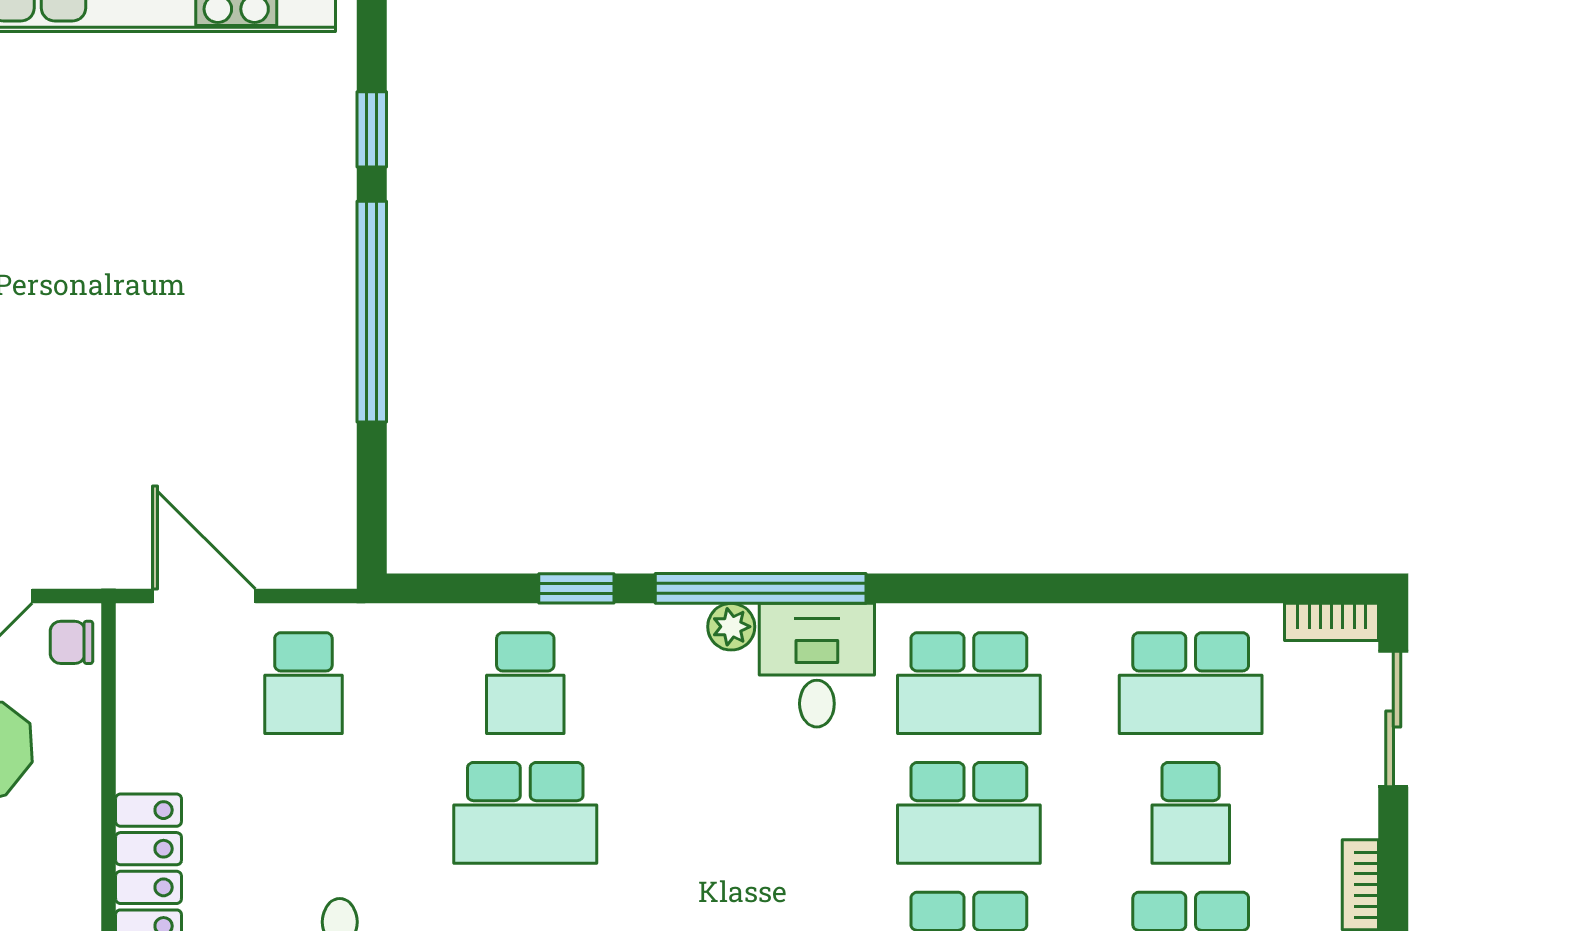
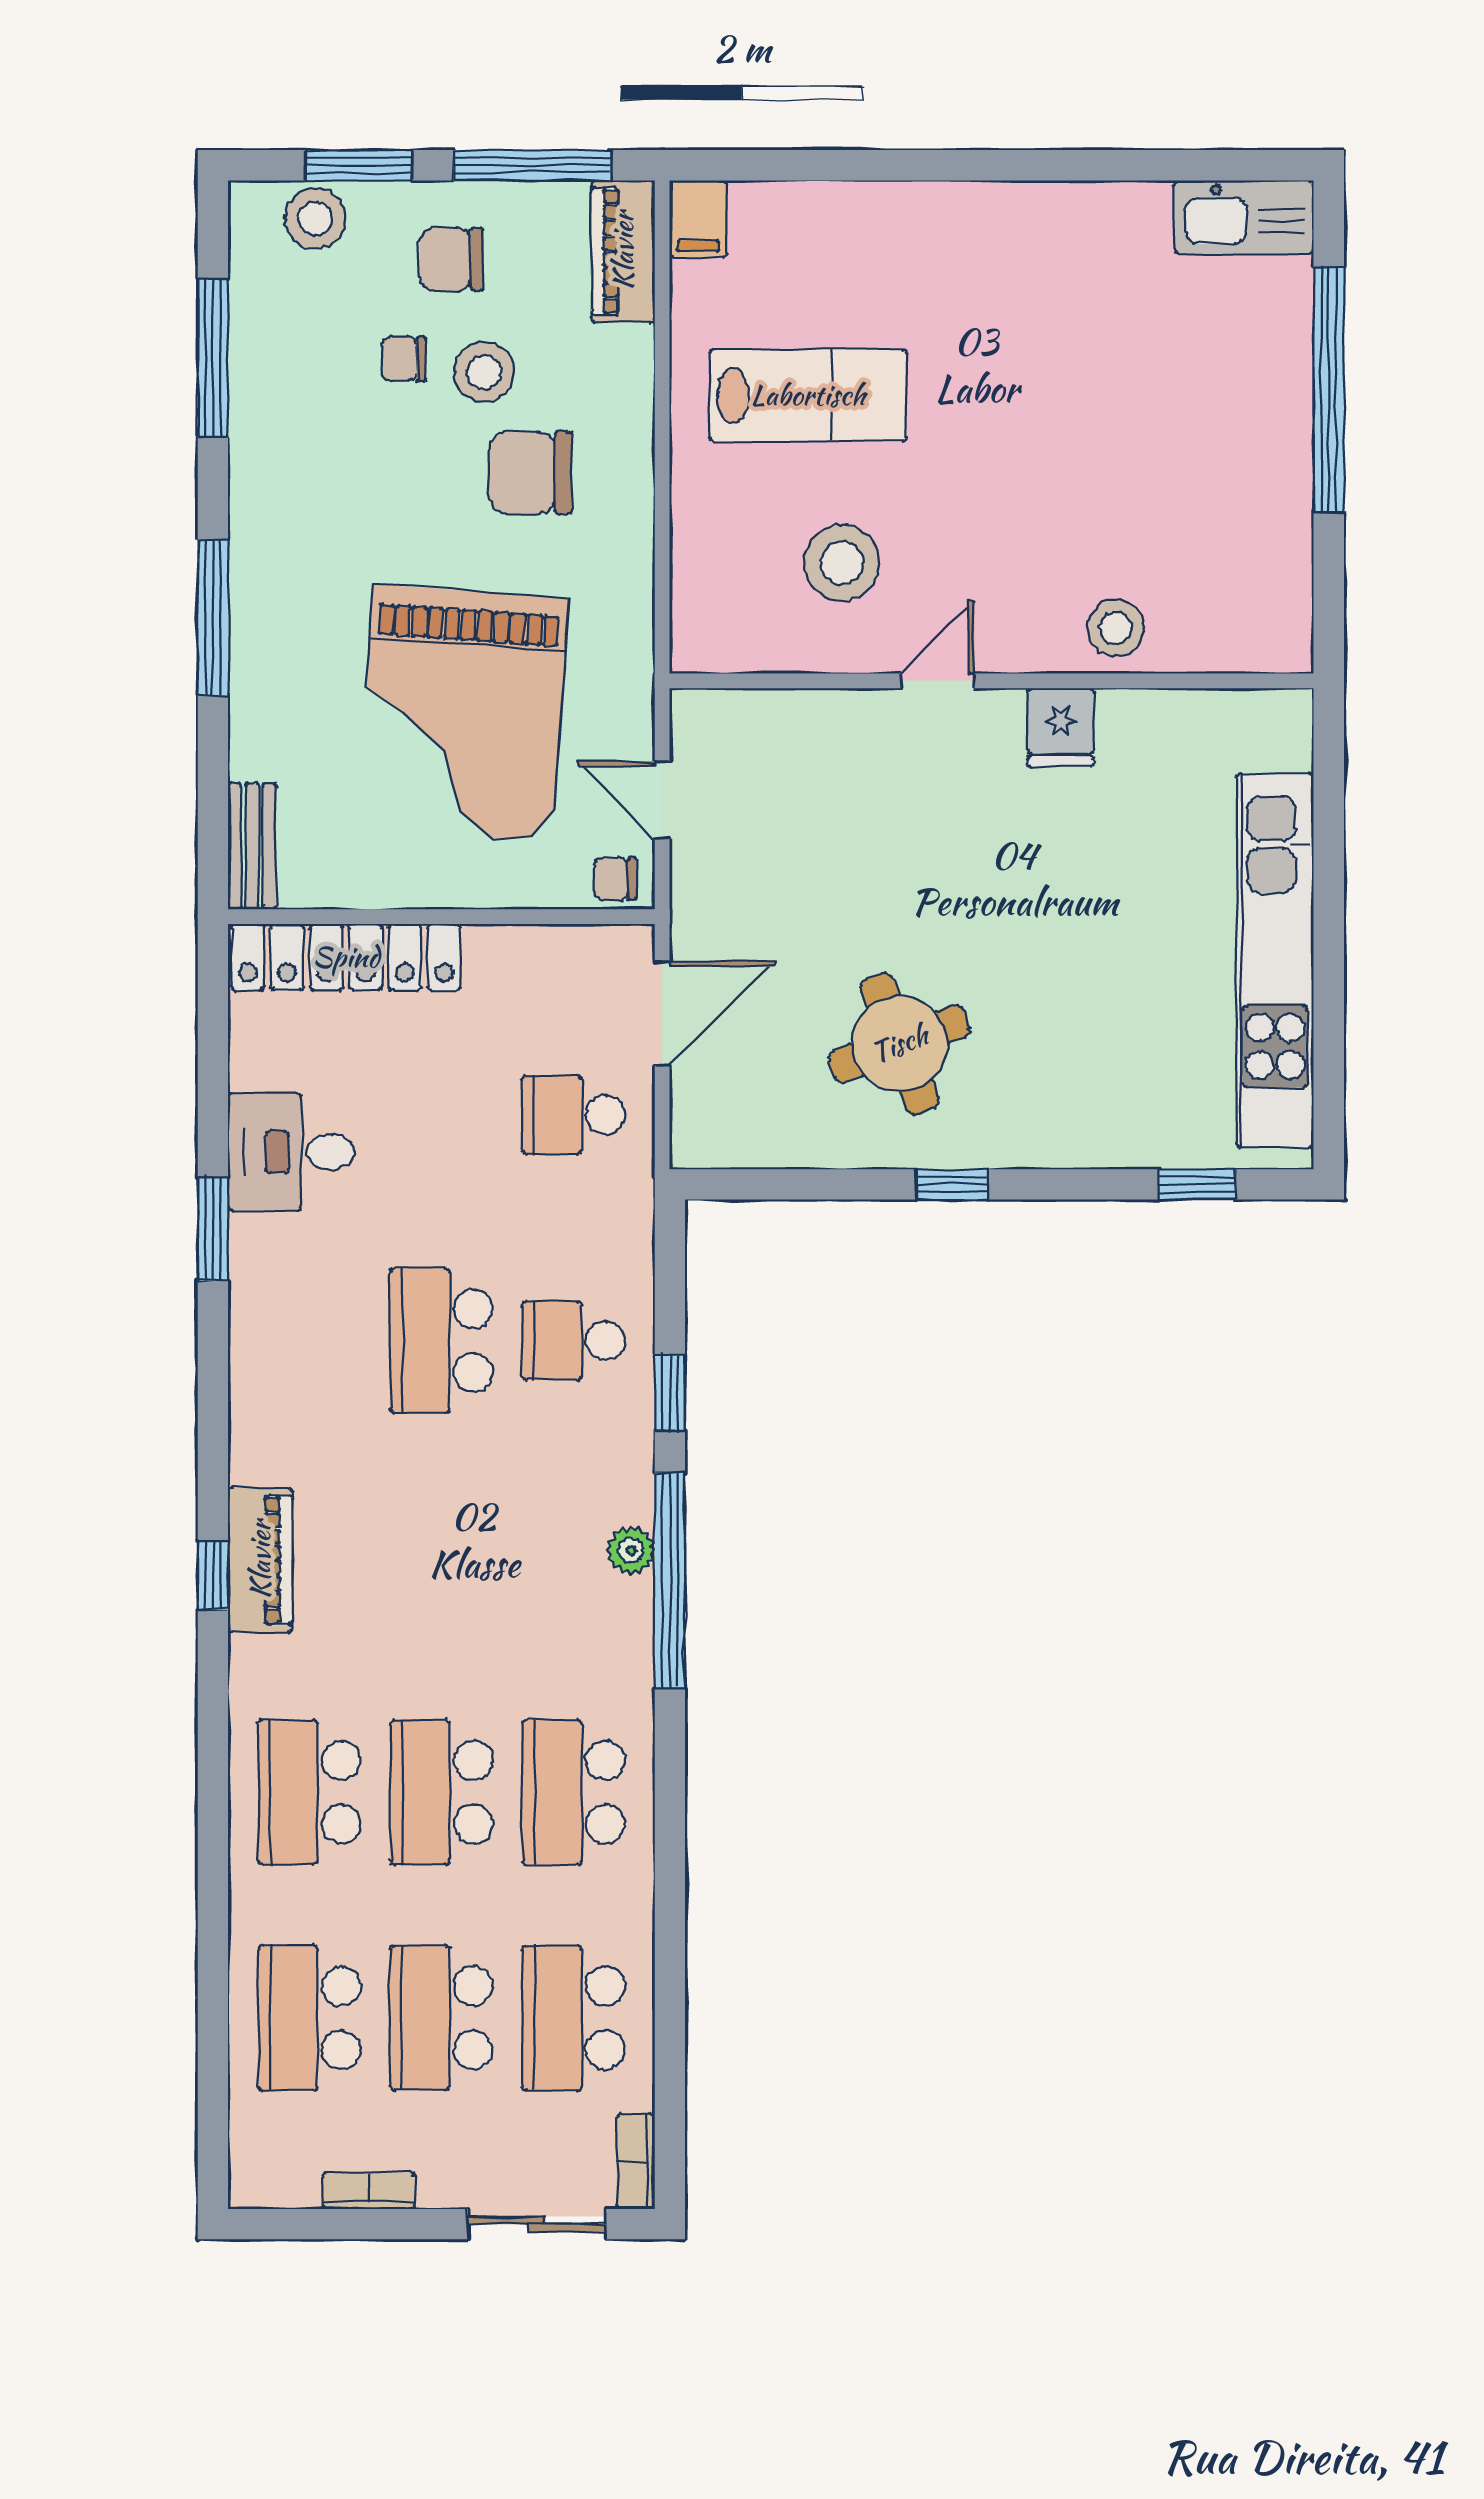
window: (372, 129) -> (1197, 1184), moved
window: (372, 312) -> (952, 1184), width x0.32
round table: (234, 363) -> (899, 1044), added
chair: (71, 642) -> (615, 879), turned -90
desk: (817, 665) -> (592, 1638), removed
school desk: (1191, 813) -> (441, 2018), width x1.85

